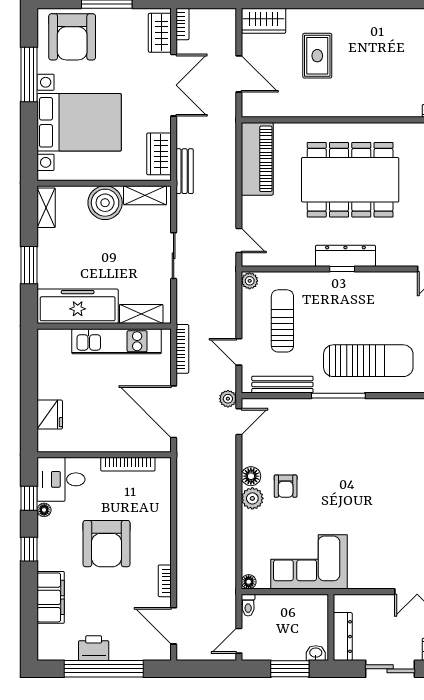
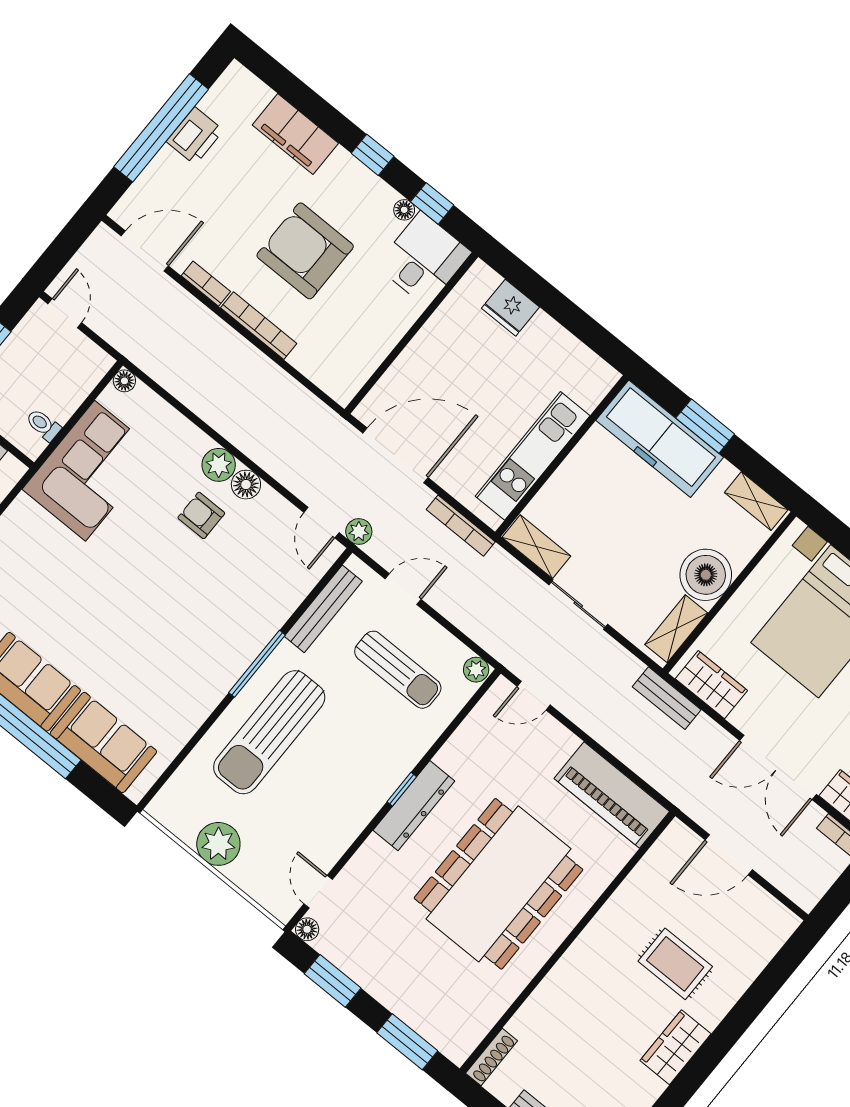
wardrobe: (264, 21) -> (675, 1047), moved
freezer: (78, 306) -> (660, 439), moved, turned 90
shelving: (141, 314) -> (536, 547), moved, turned 90
bookcase: (128, 464) -> (259, 326), moved, turned 90
toilet: (248, 605) -> (43, 425), moved

